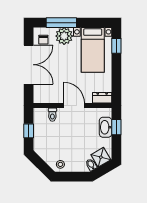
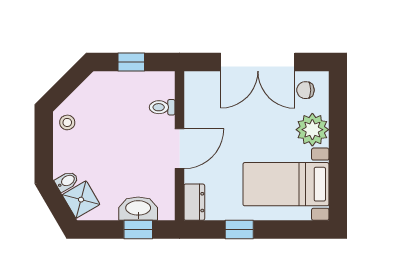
window: (61, 23) -> (338, 124), removed
window: (116, 46) -> (239, 229), moved

